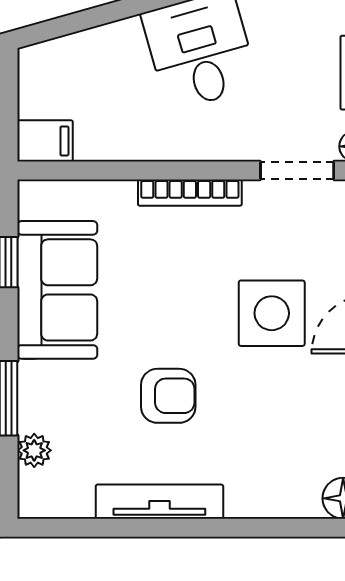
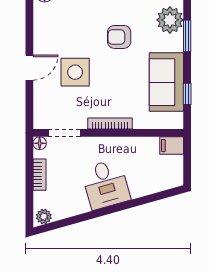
plant: (34, 450) -> (170, 20), width x1.88, depth x1.88

